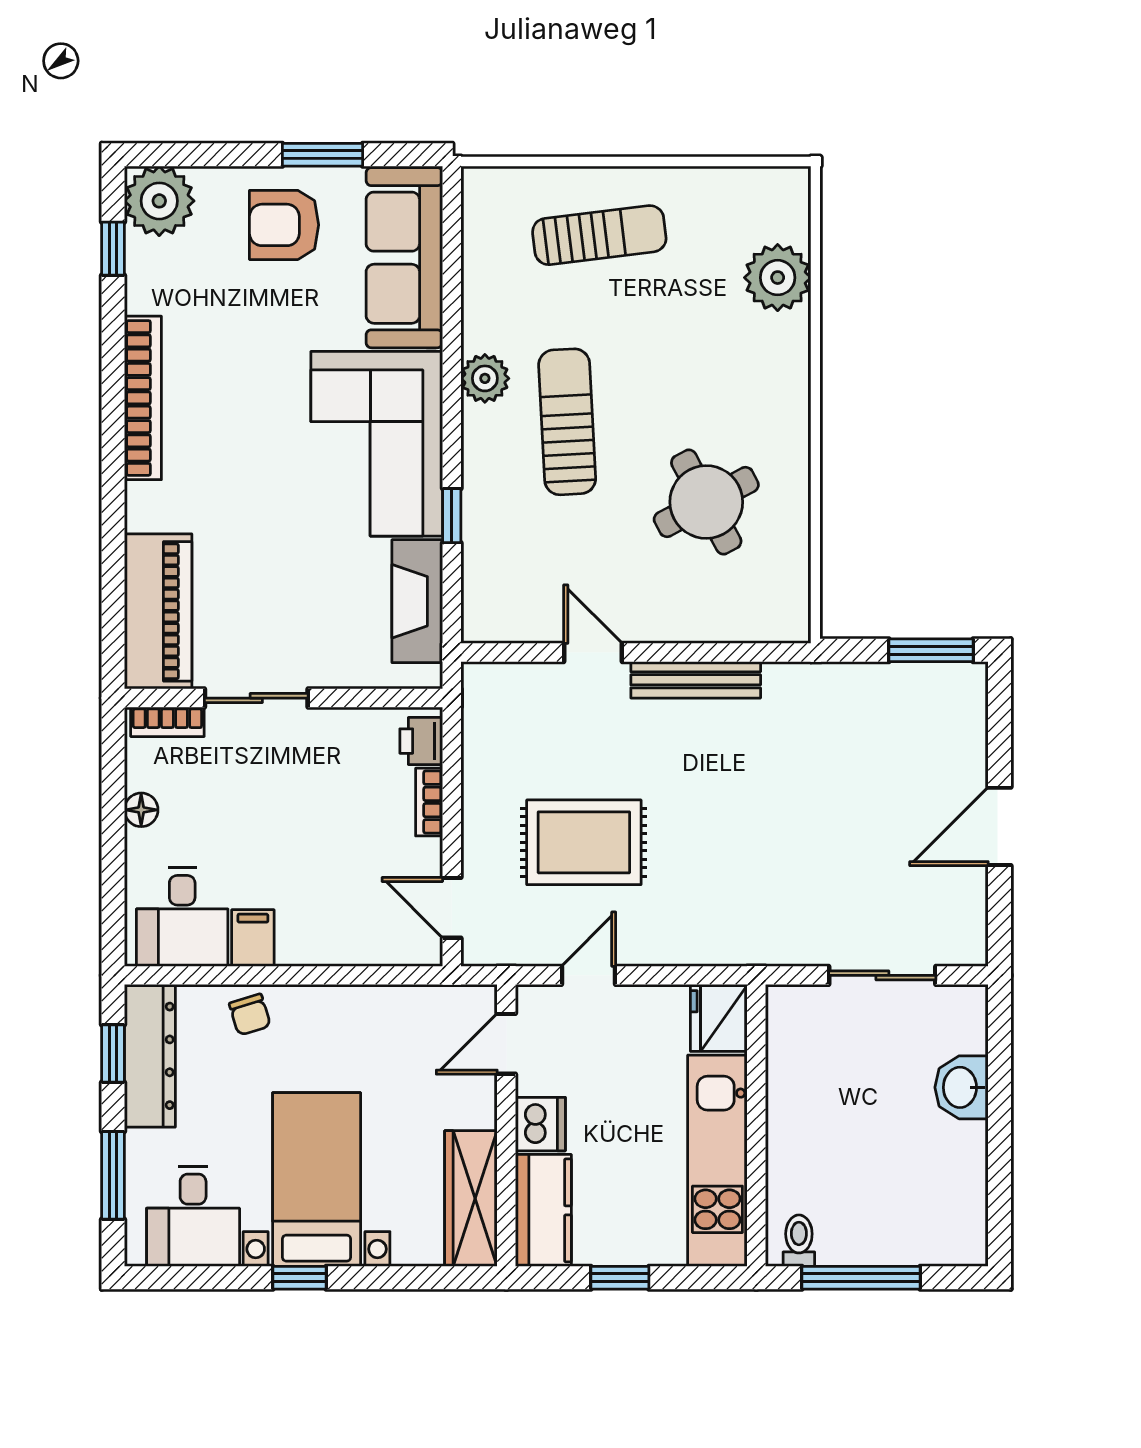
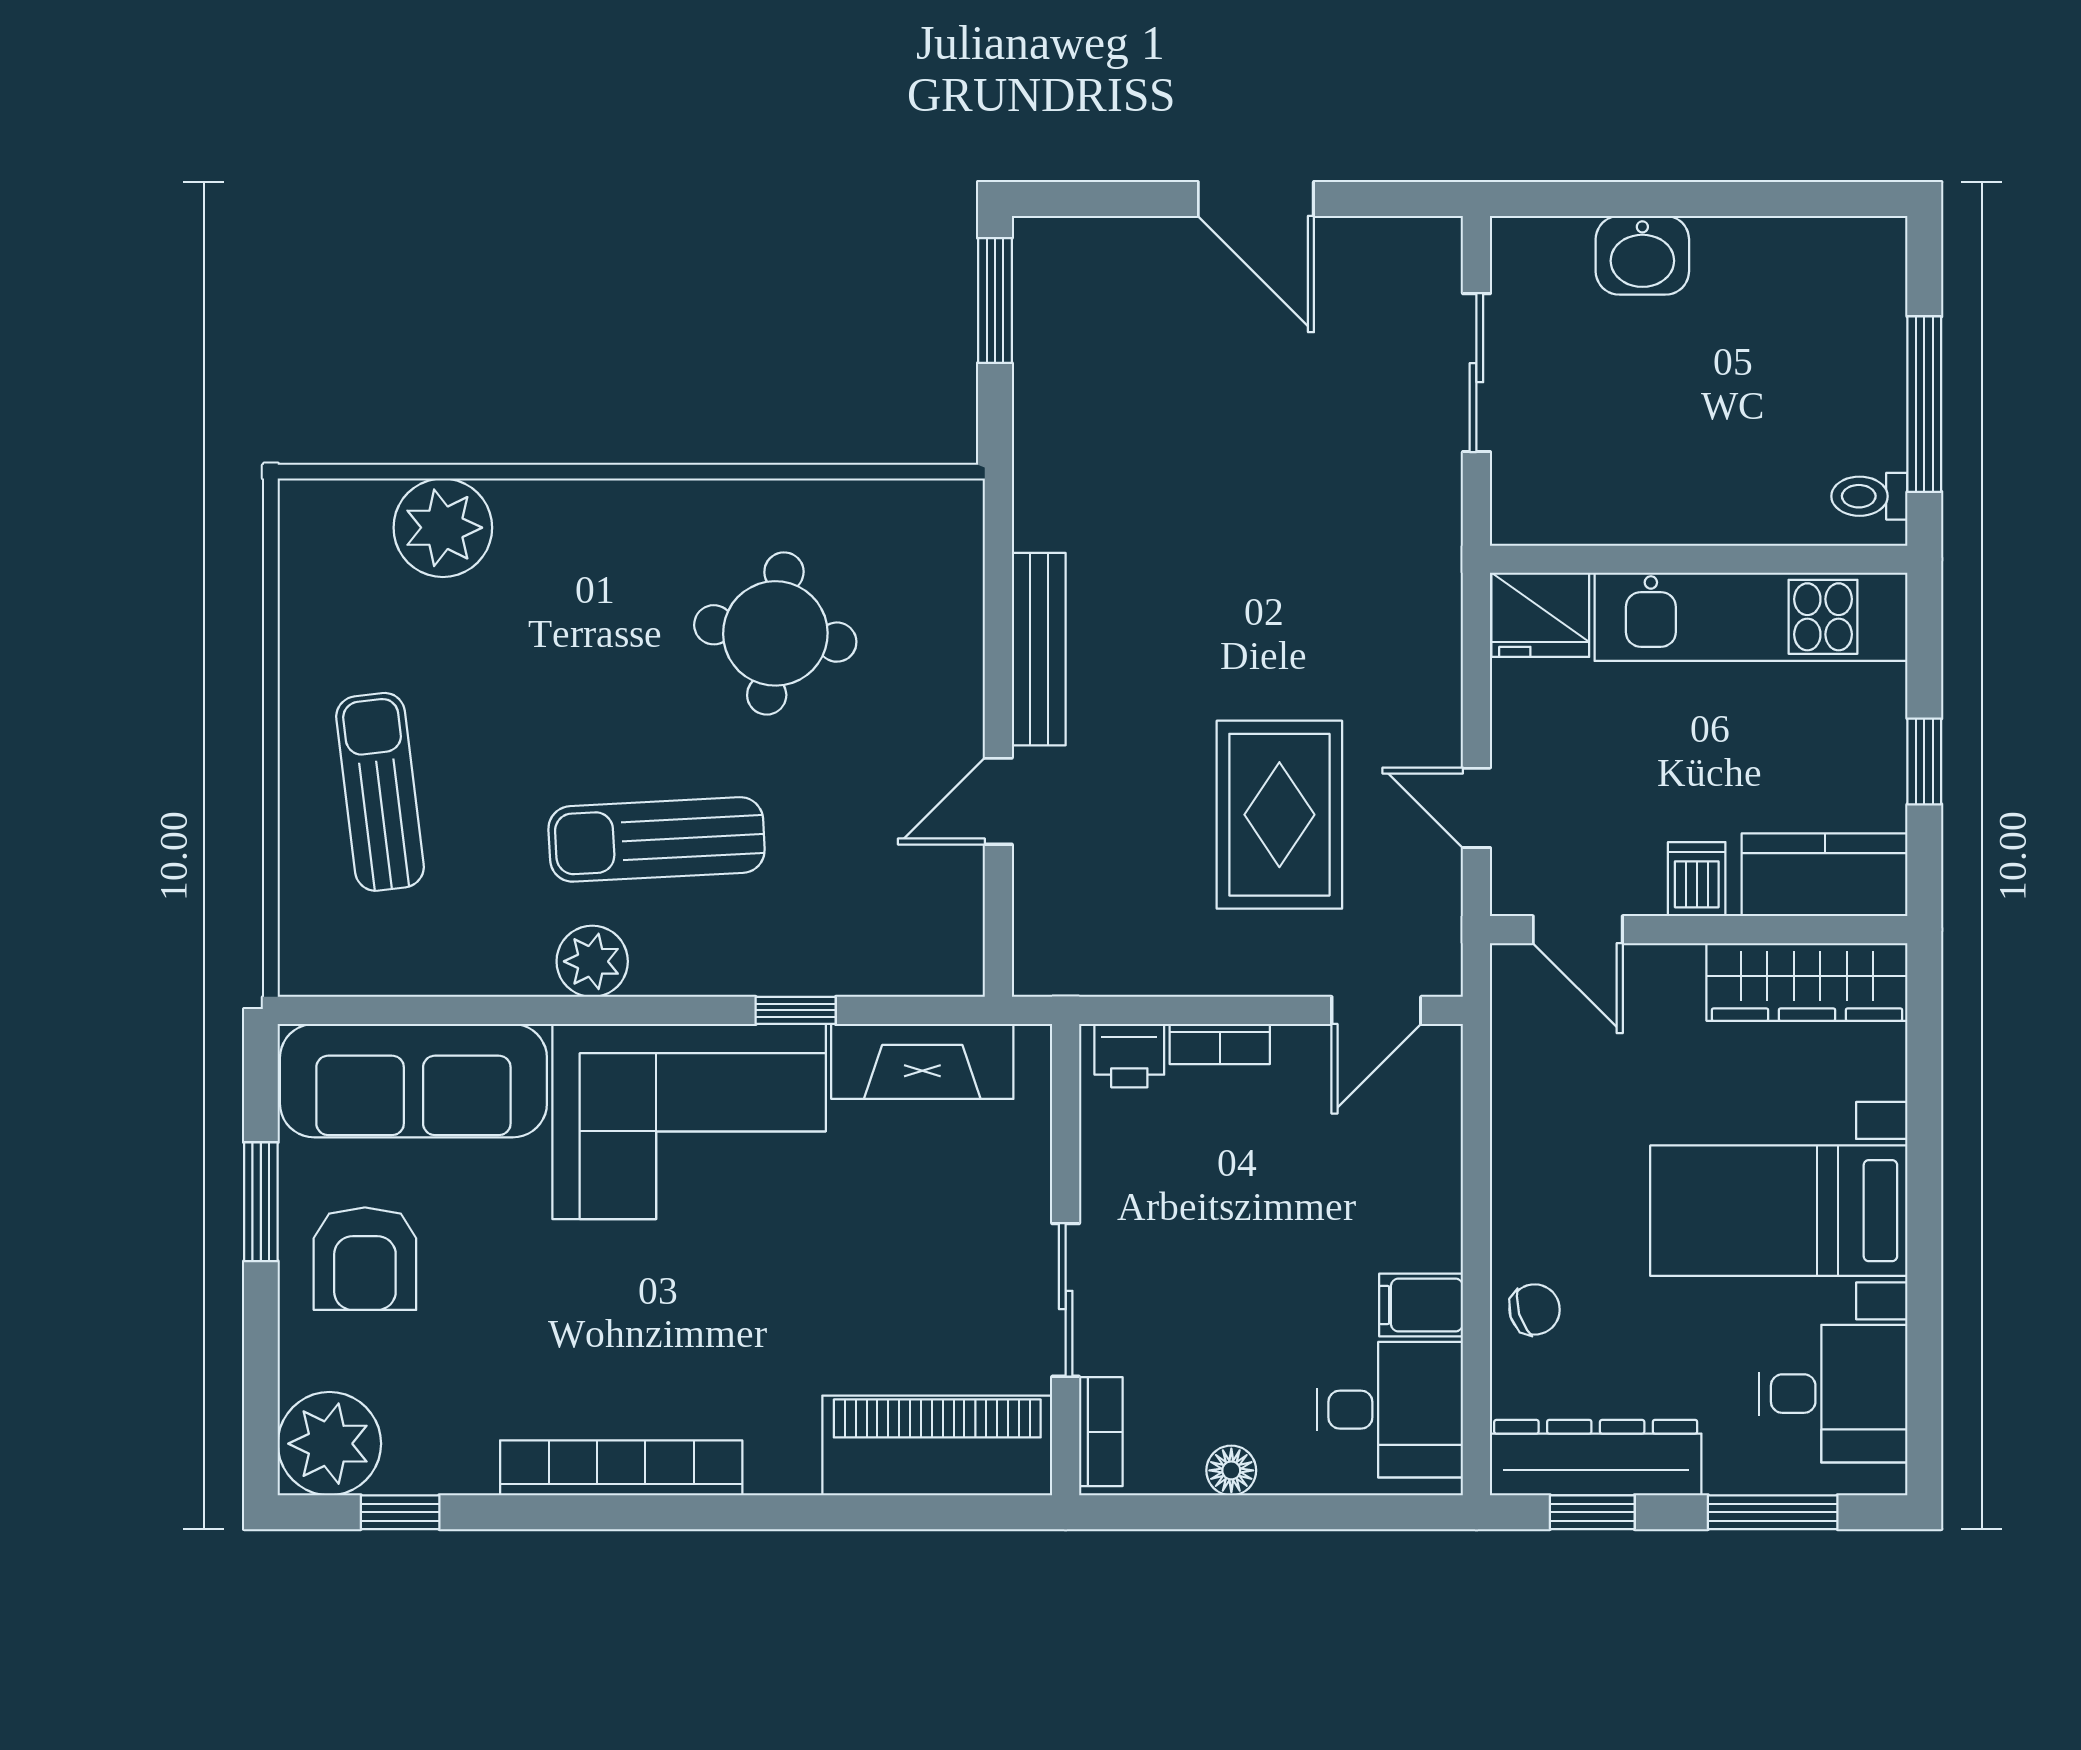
round table: (706, 502) -> (775, 633), turned 36
dishwasher: (540, 1124) -> (1697, 879), width x0.73
window: (300, 1278) -> (1924, 1236), removed

